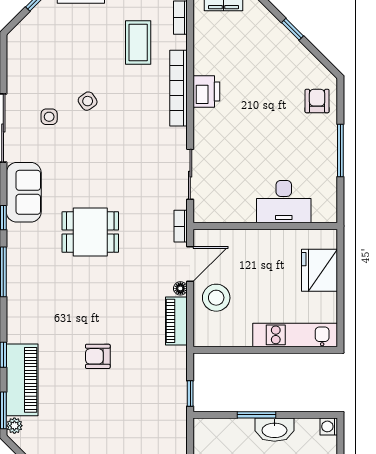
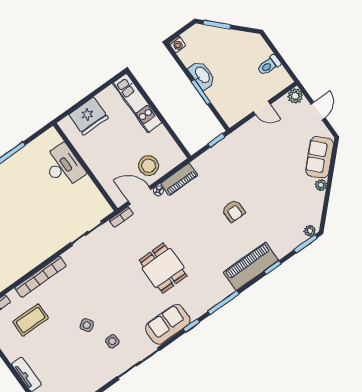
printer: (206, 91) -> (31, 259), removed
piano: (22, 380) -> (251, 266), moved

